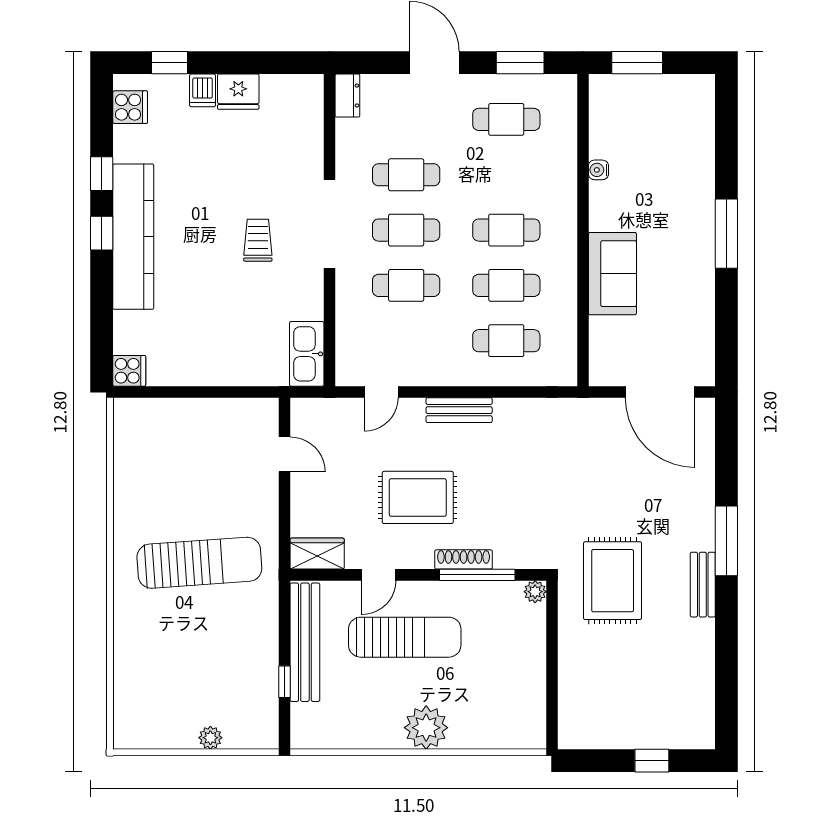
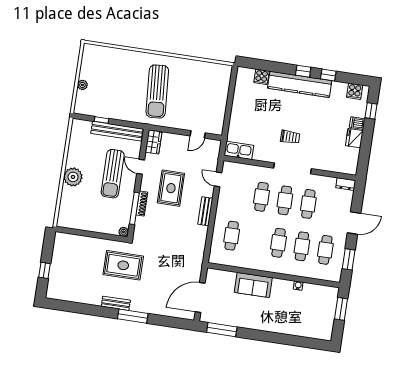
window: (726, 234) -> (222, 330), moved
cafe table: (506, 285) -> (302, 246), moved
cooker: (129, 371) -> (262, 77), moved

